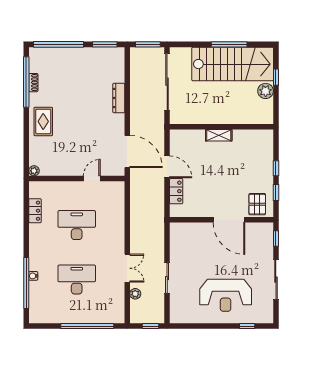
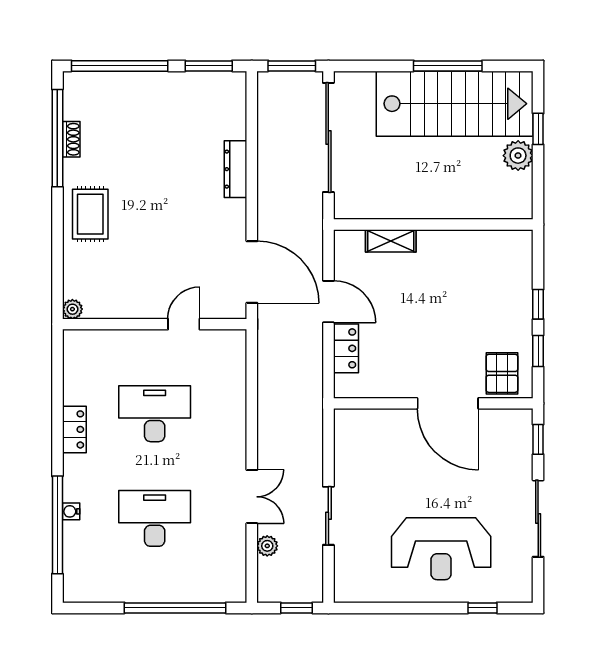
shelving: (219, 135) -> (391, 241), moved
locker: (35, 211) -> (74, 429), moved

